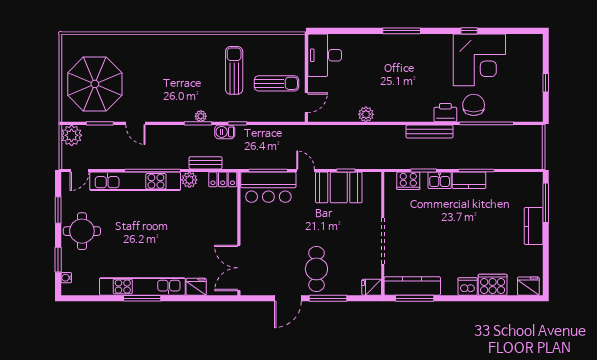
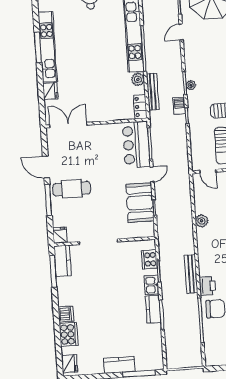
bench: (205, 163) -> (153, 92), width x1.36
kitchen counter: (412, 286) -> (63, 261), width x0.67

